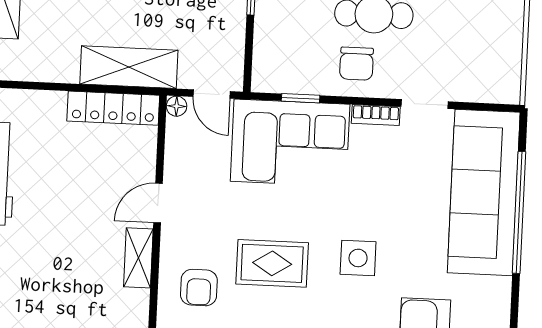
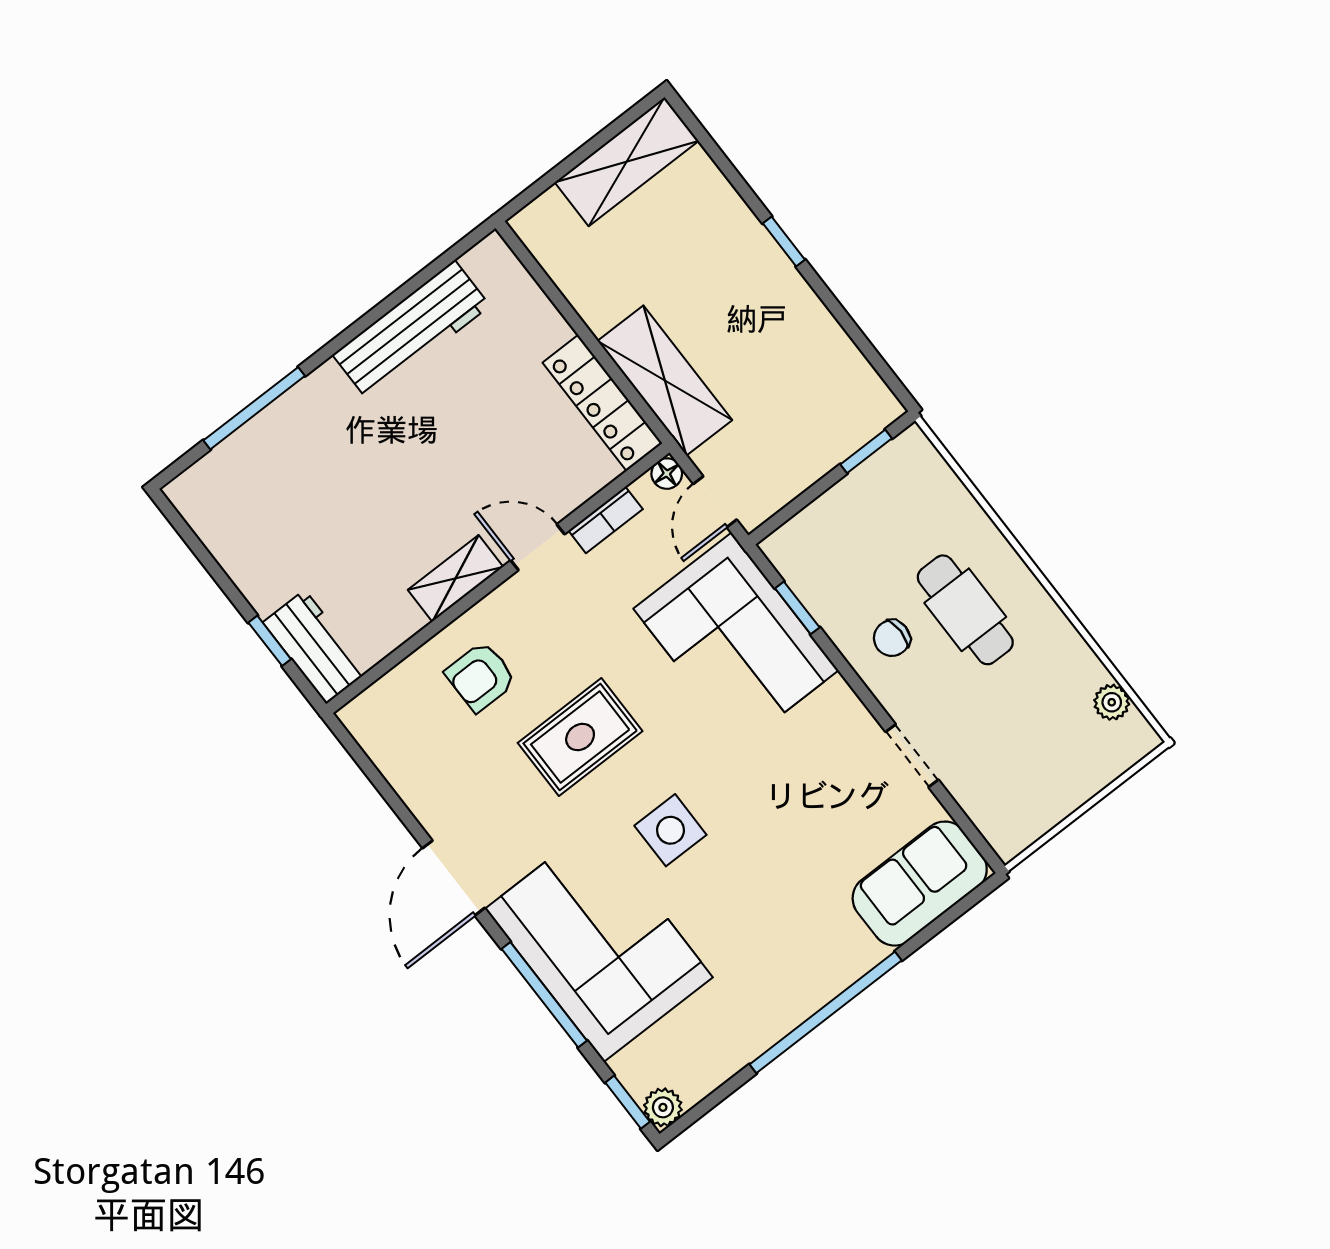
chair: (357, 64) -> (892, 638), width x0.73, depth x0.73
bookcase: (376, 115) -> (606, 520), moved, turned -90
sofa: (484, 193) -> (920, 884), width x0.54, depth x0.79
window: (519, 212) -> (826, 1012), moved
rug: (272, 263) -> (580, 737), turned 90

